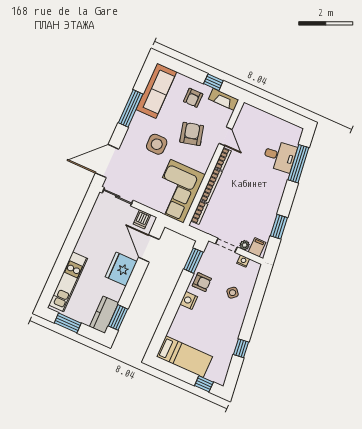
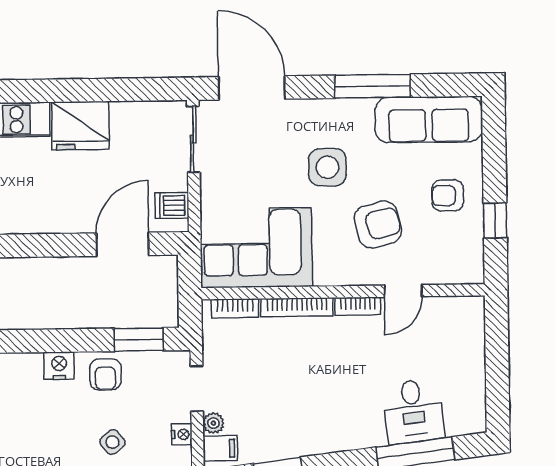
fireplace: (224, 99) -> (472, 255), removed
fridge: (121, 269) -> (80, 126), moved, turned 180

